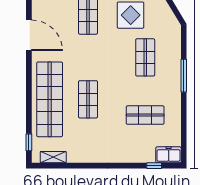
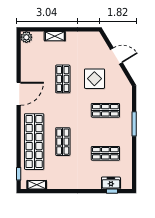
door: (29, 35) -> (19, 94), hinge flipped
shop shelf: (145, 57) -> (105, 110), turned 90
freezer: (169, 155) -> (111, 183), moved

